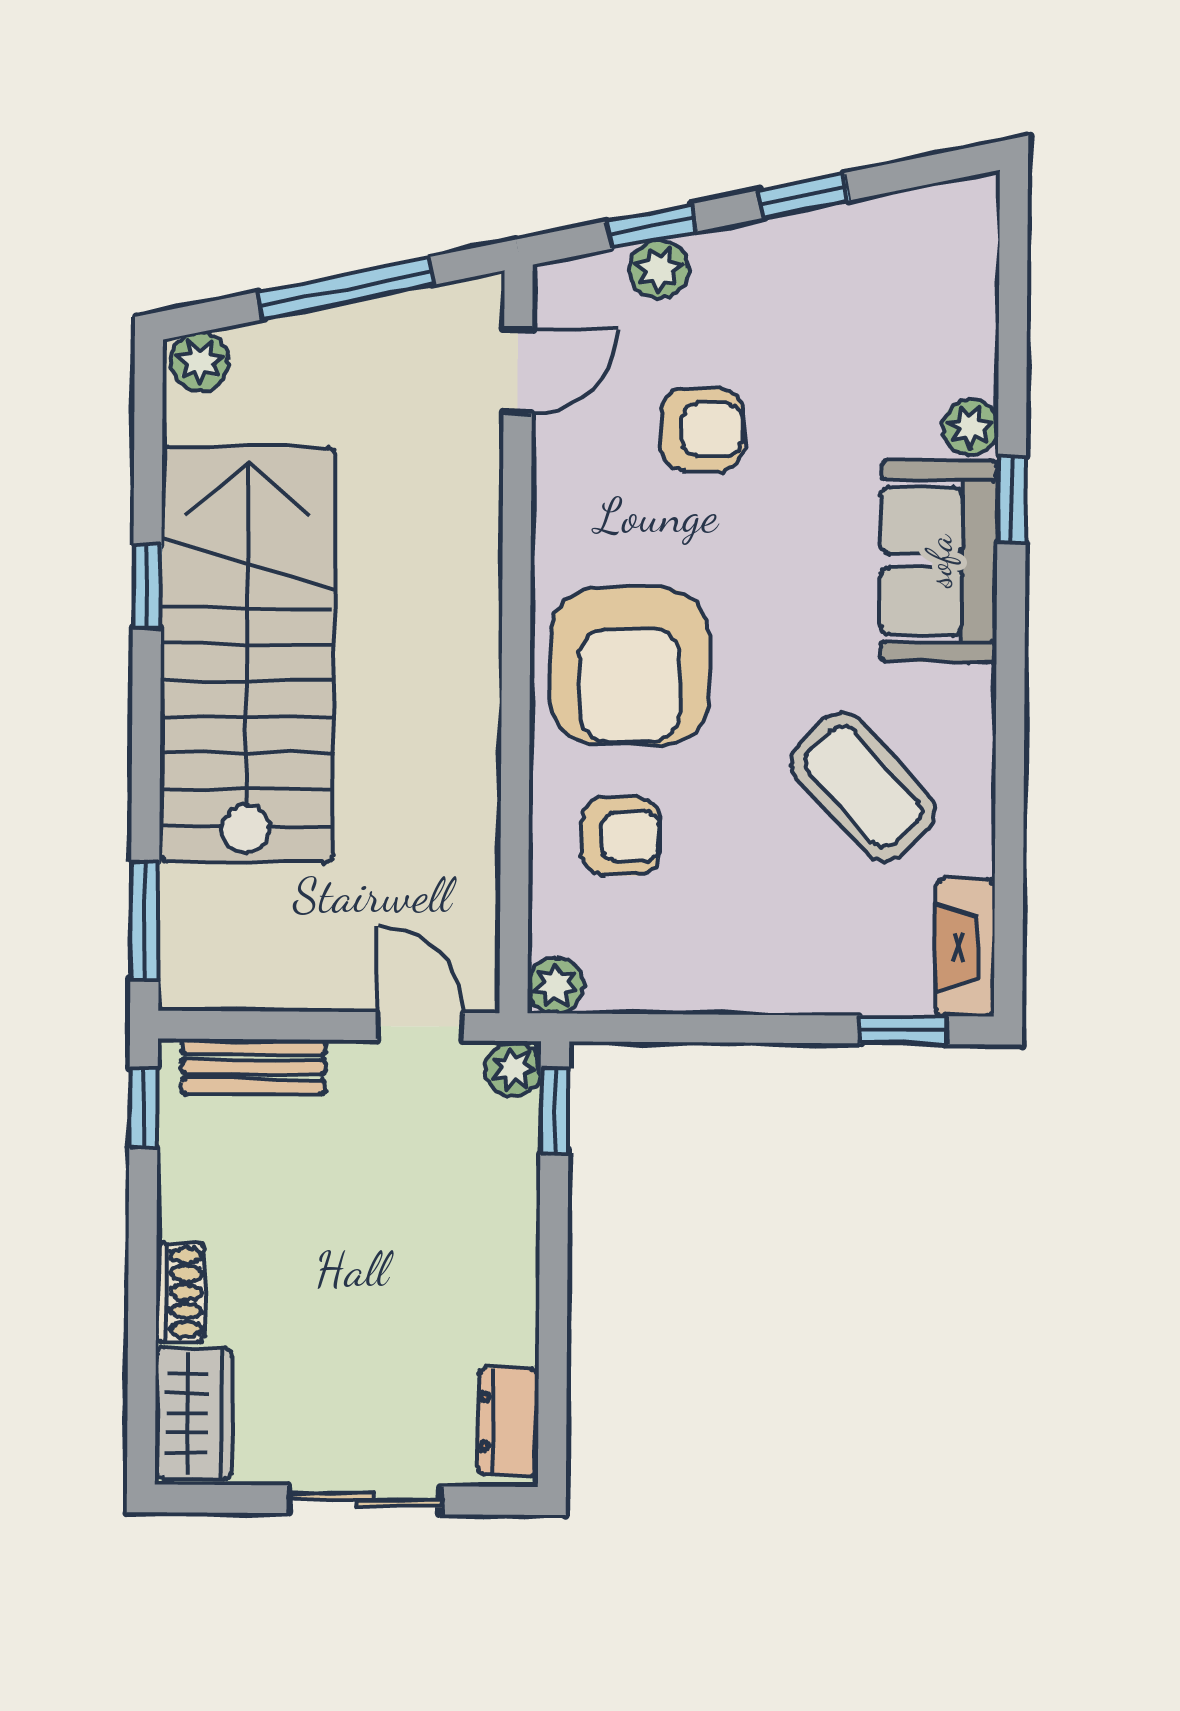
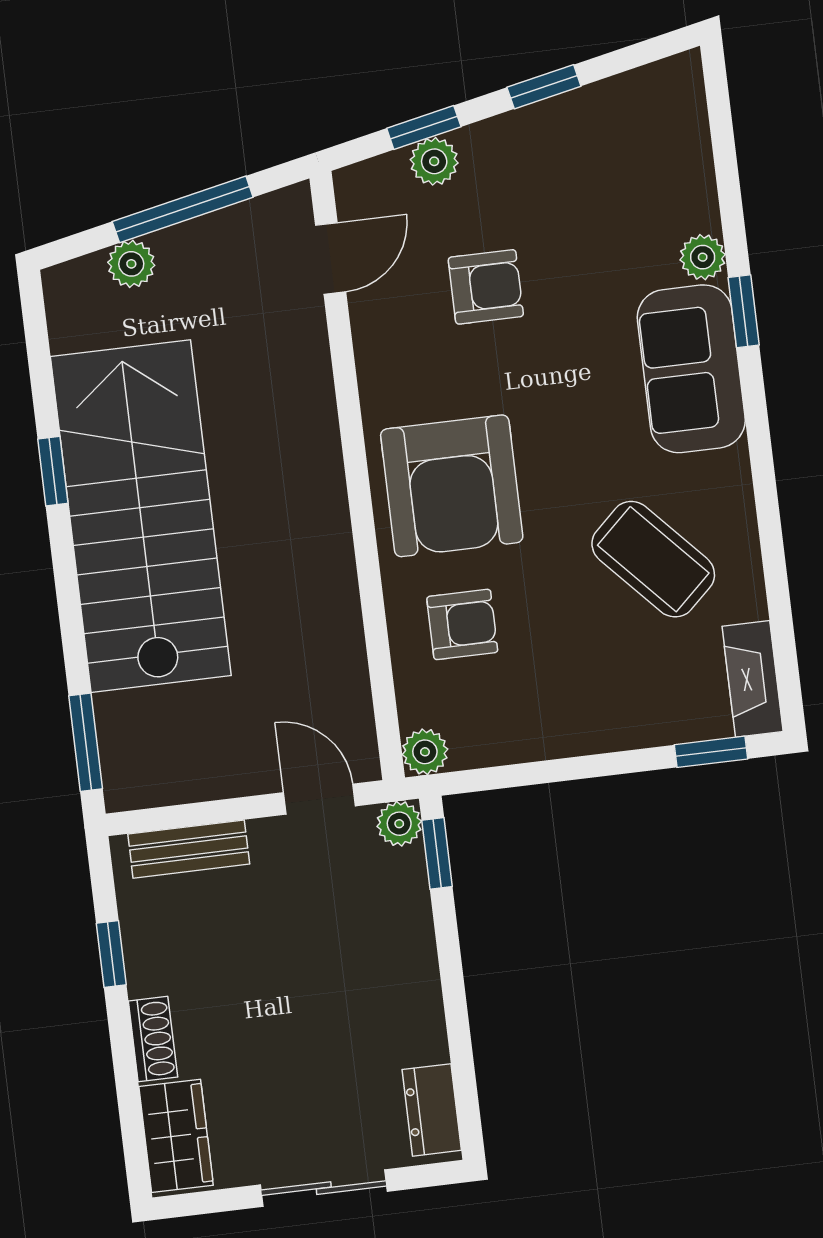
plant: (200, 362) -> (131, 264), moved
window: (144, 1108) -> (111, 954), moved

